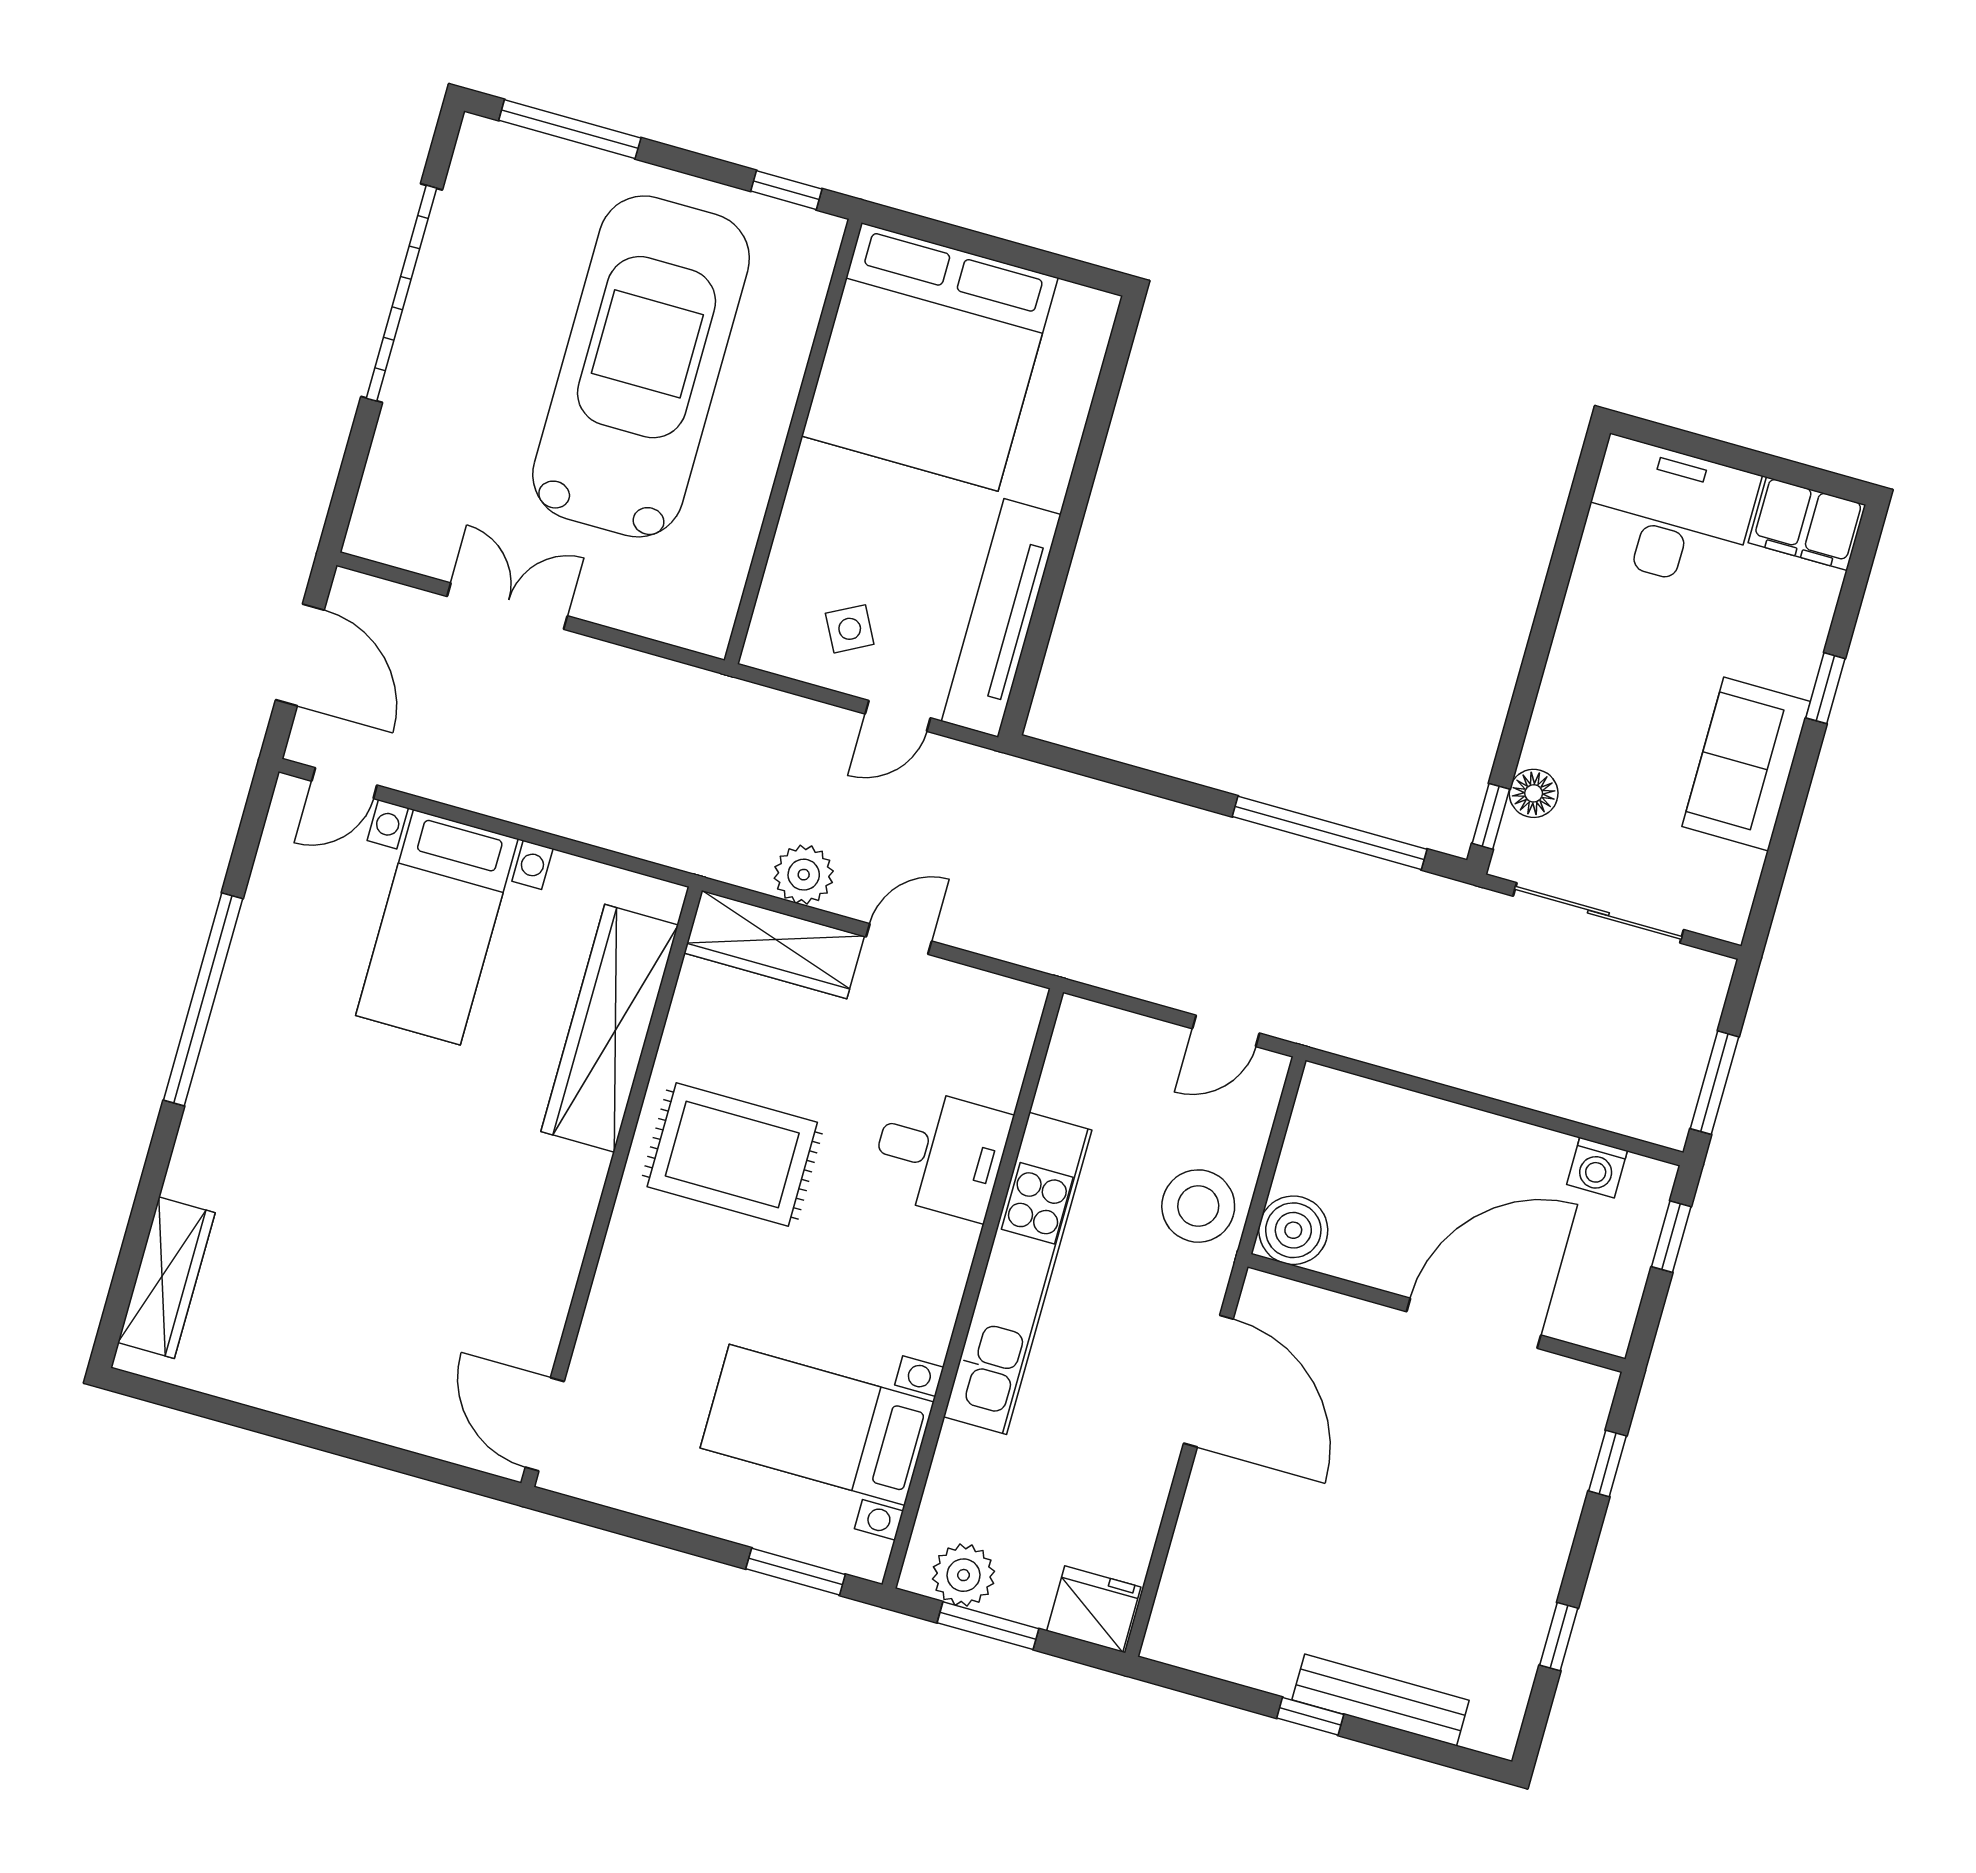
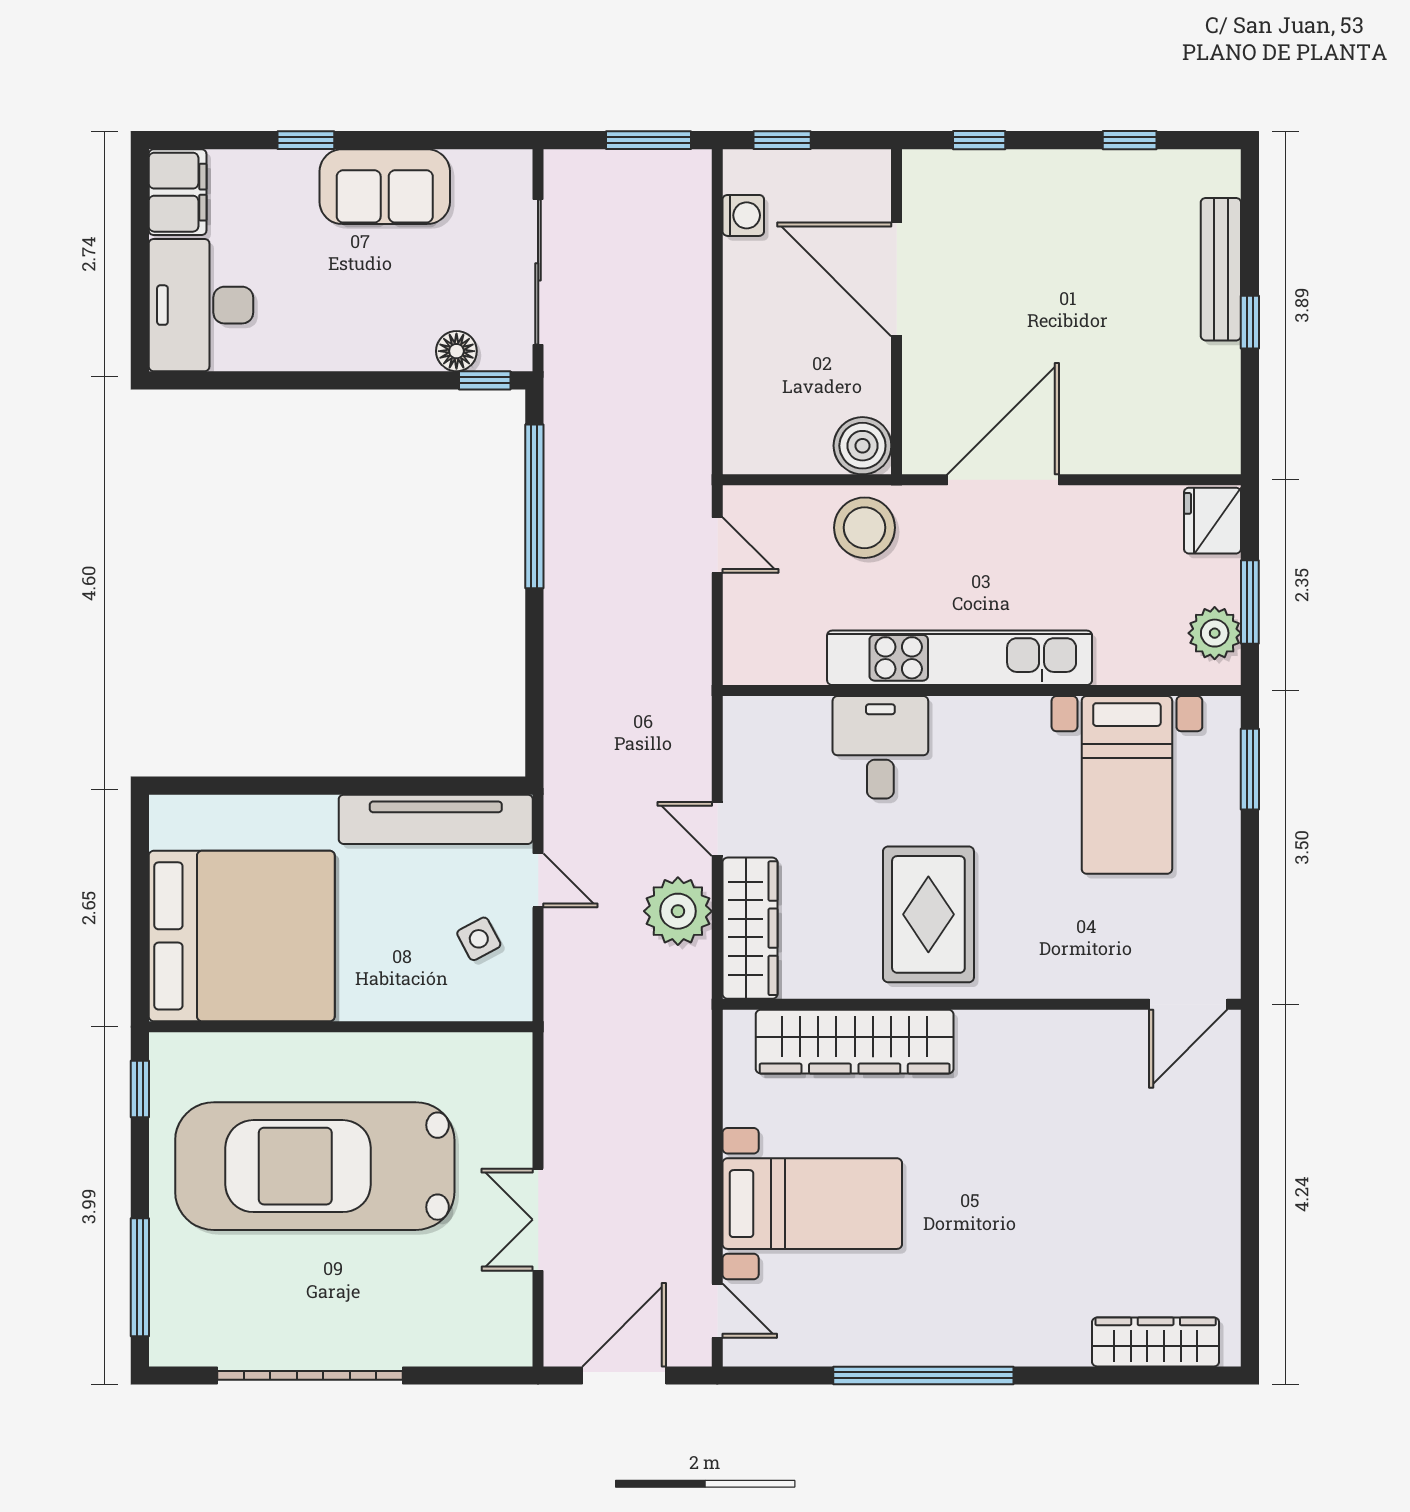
plant: (804, 875) -> (678, 911), width x1.36, depth x1.36

